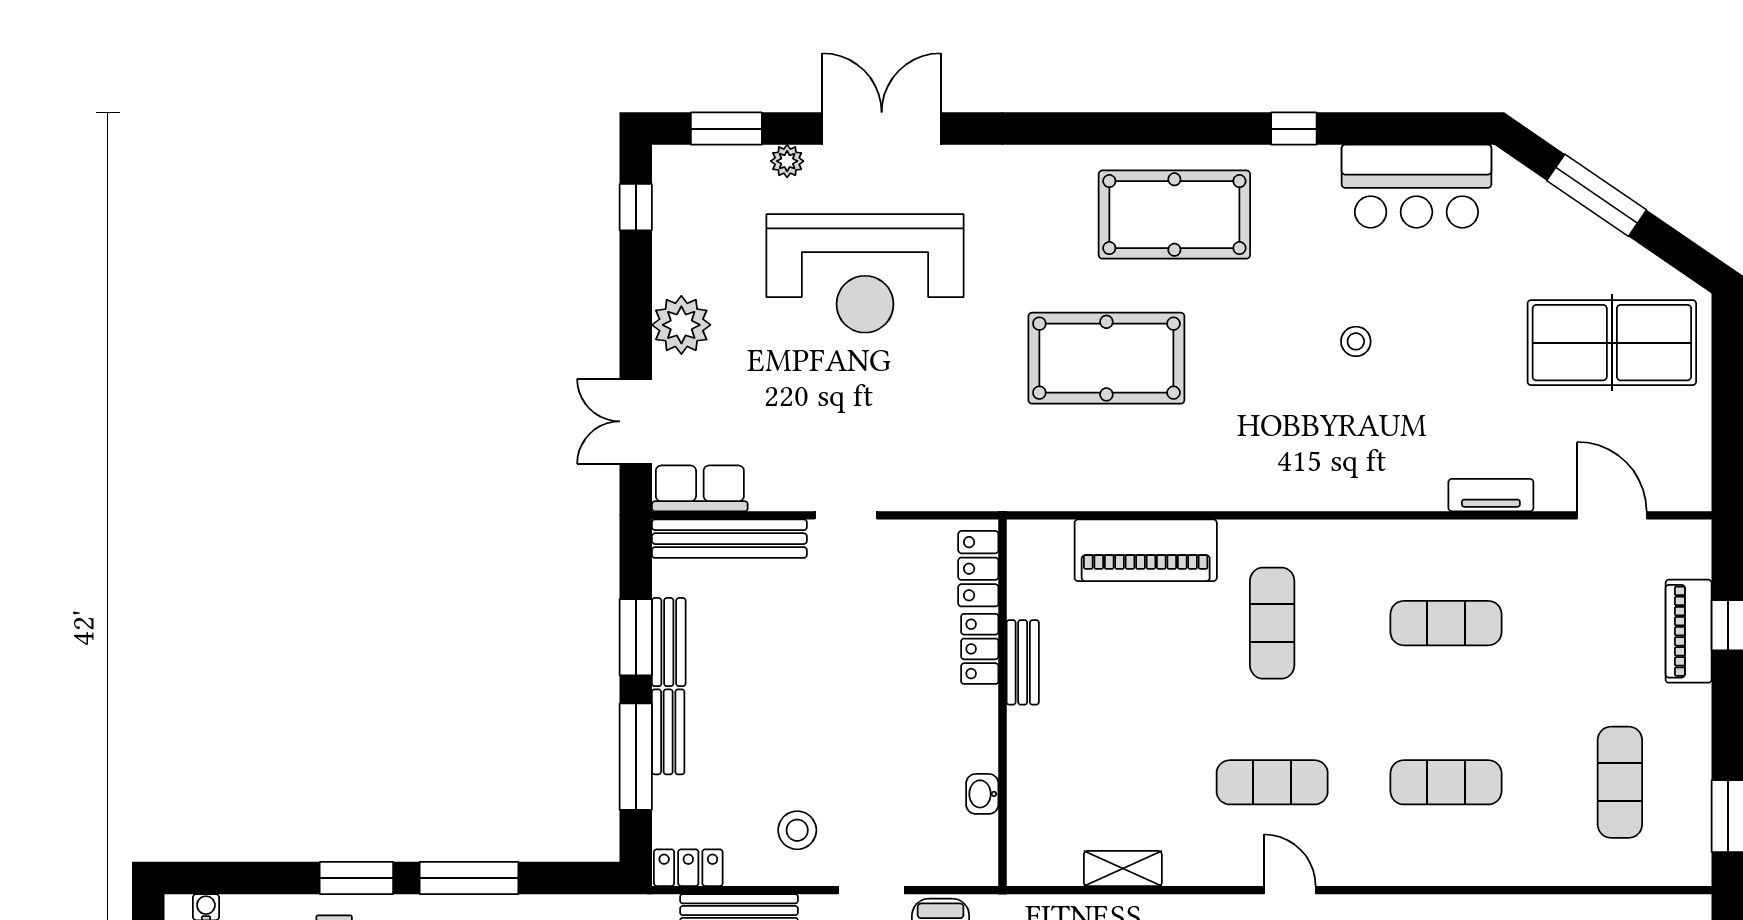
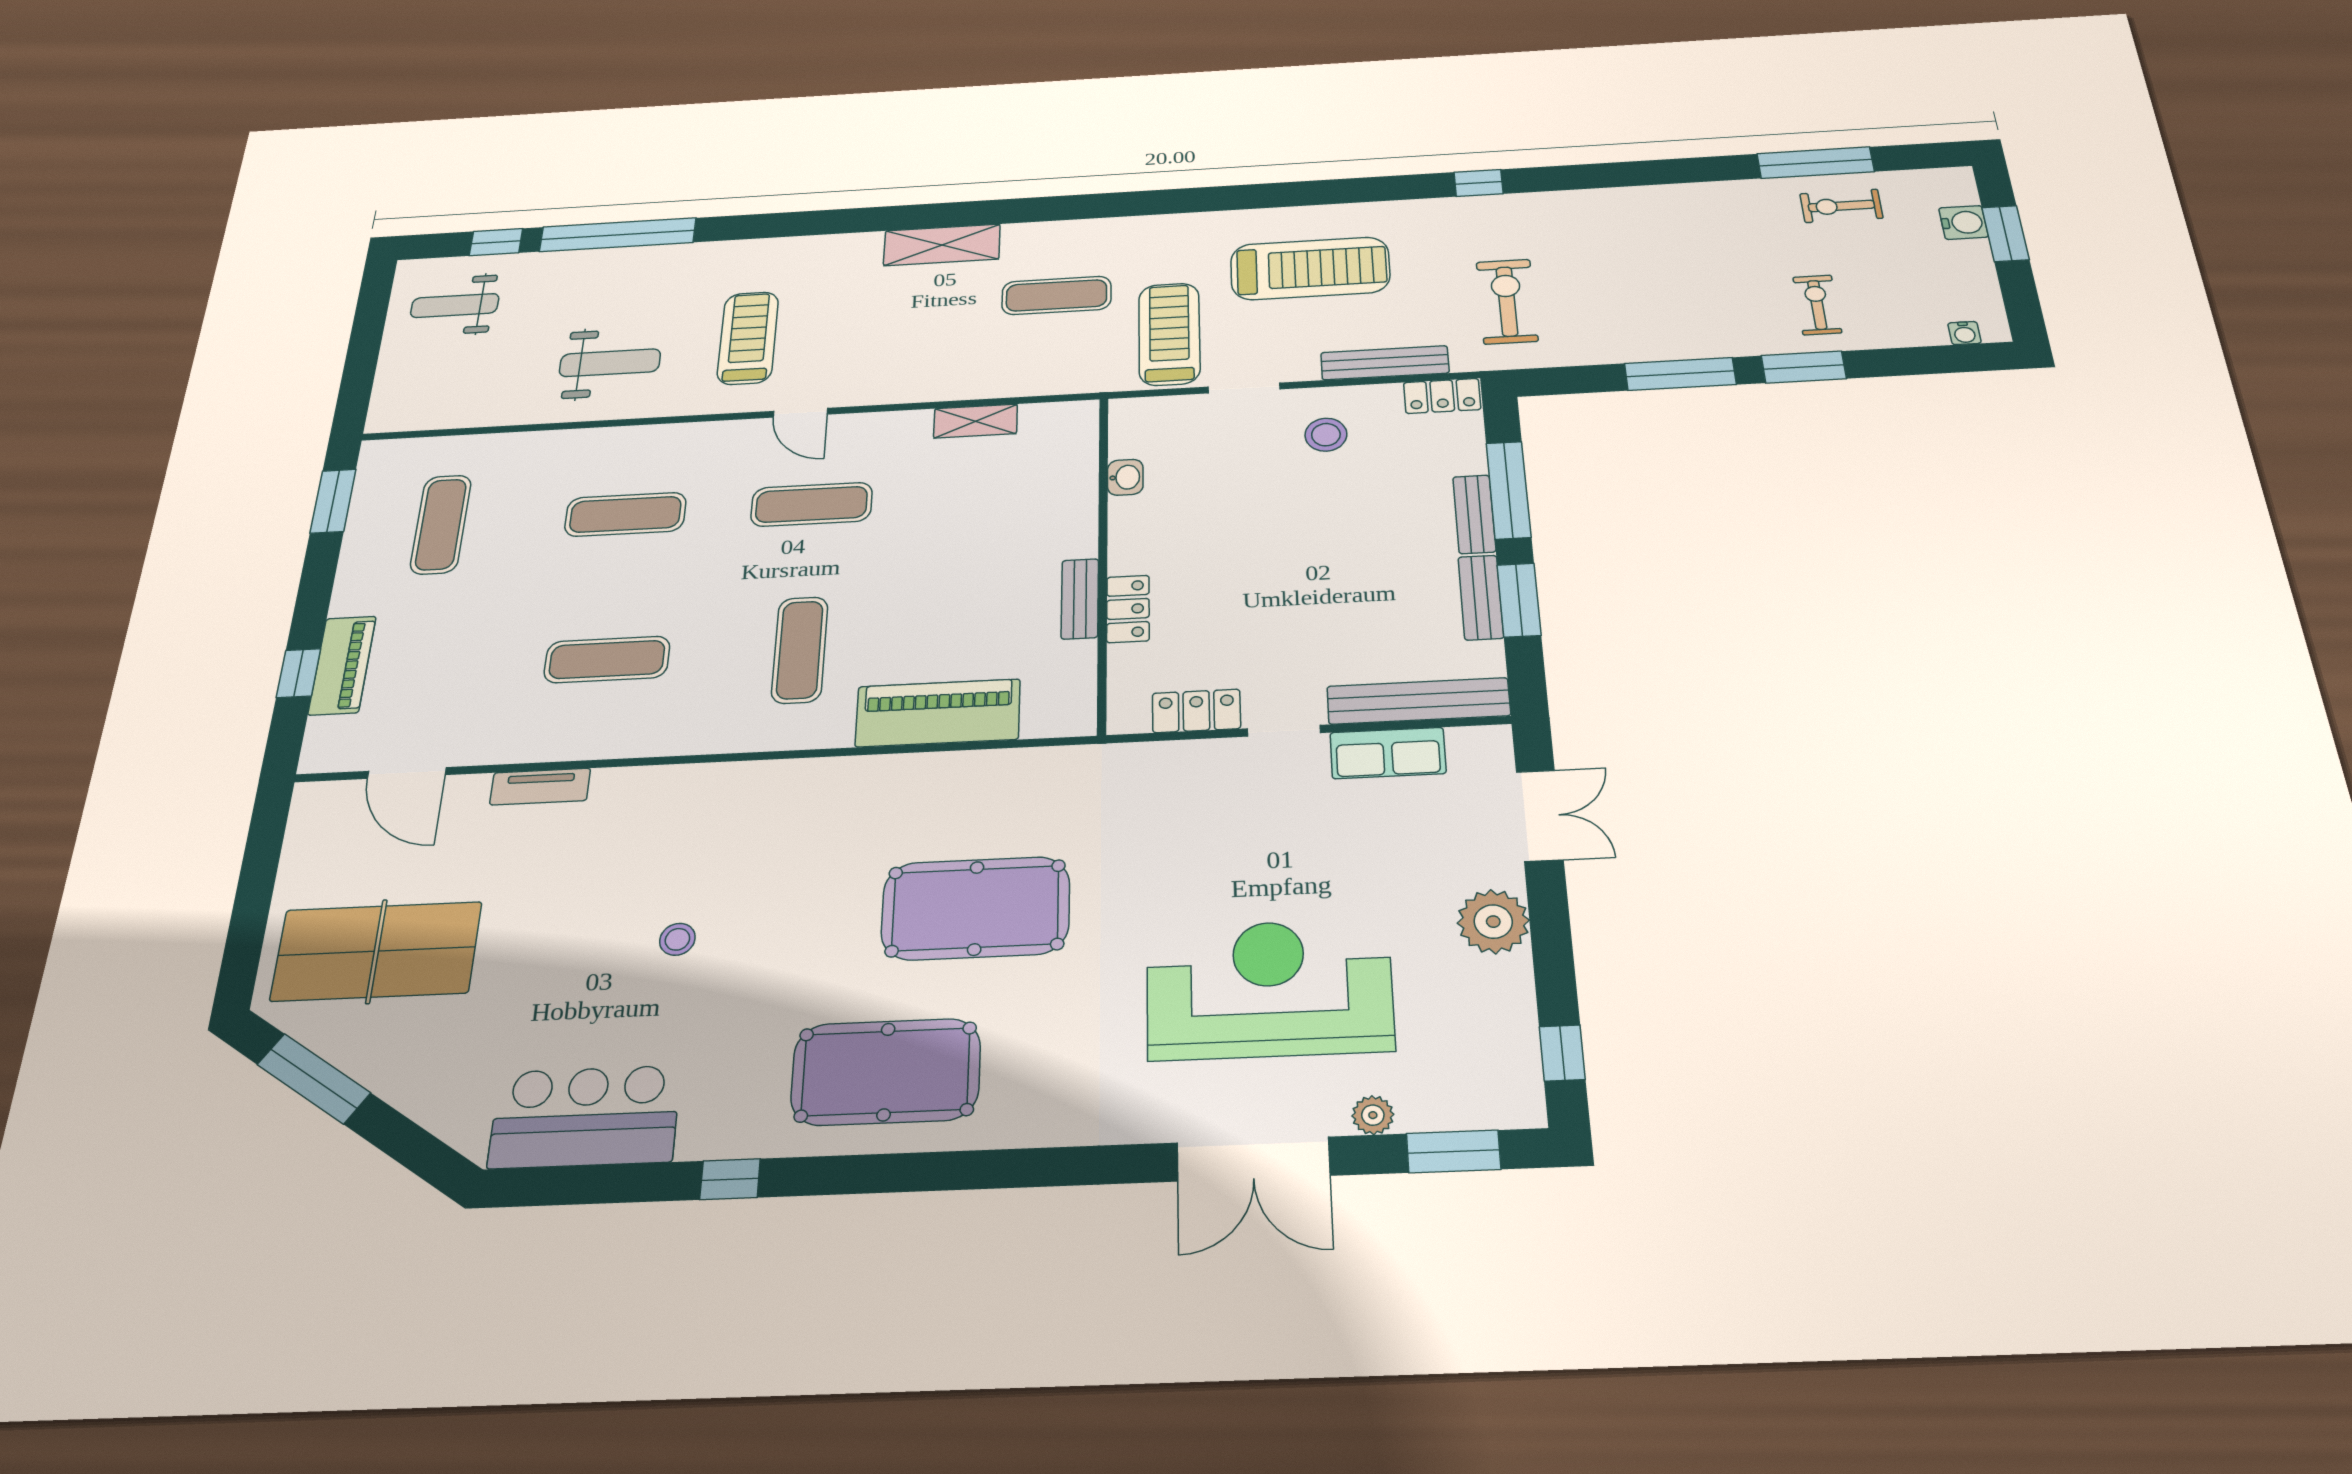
window: (1597, 195) -> (314, 1079), moved
row of seats: (700, 488) -> (1388, 753), moved
locker: (978, 569) -> (1196, 711), moved, turned -90

